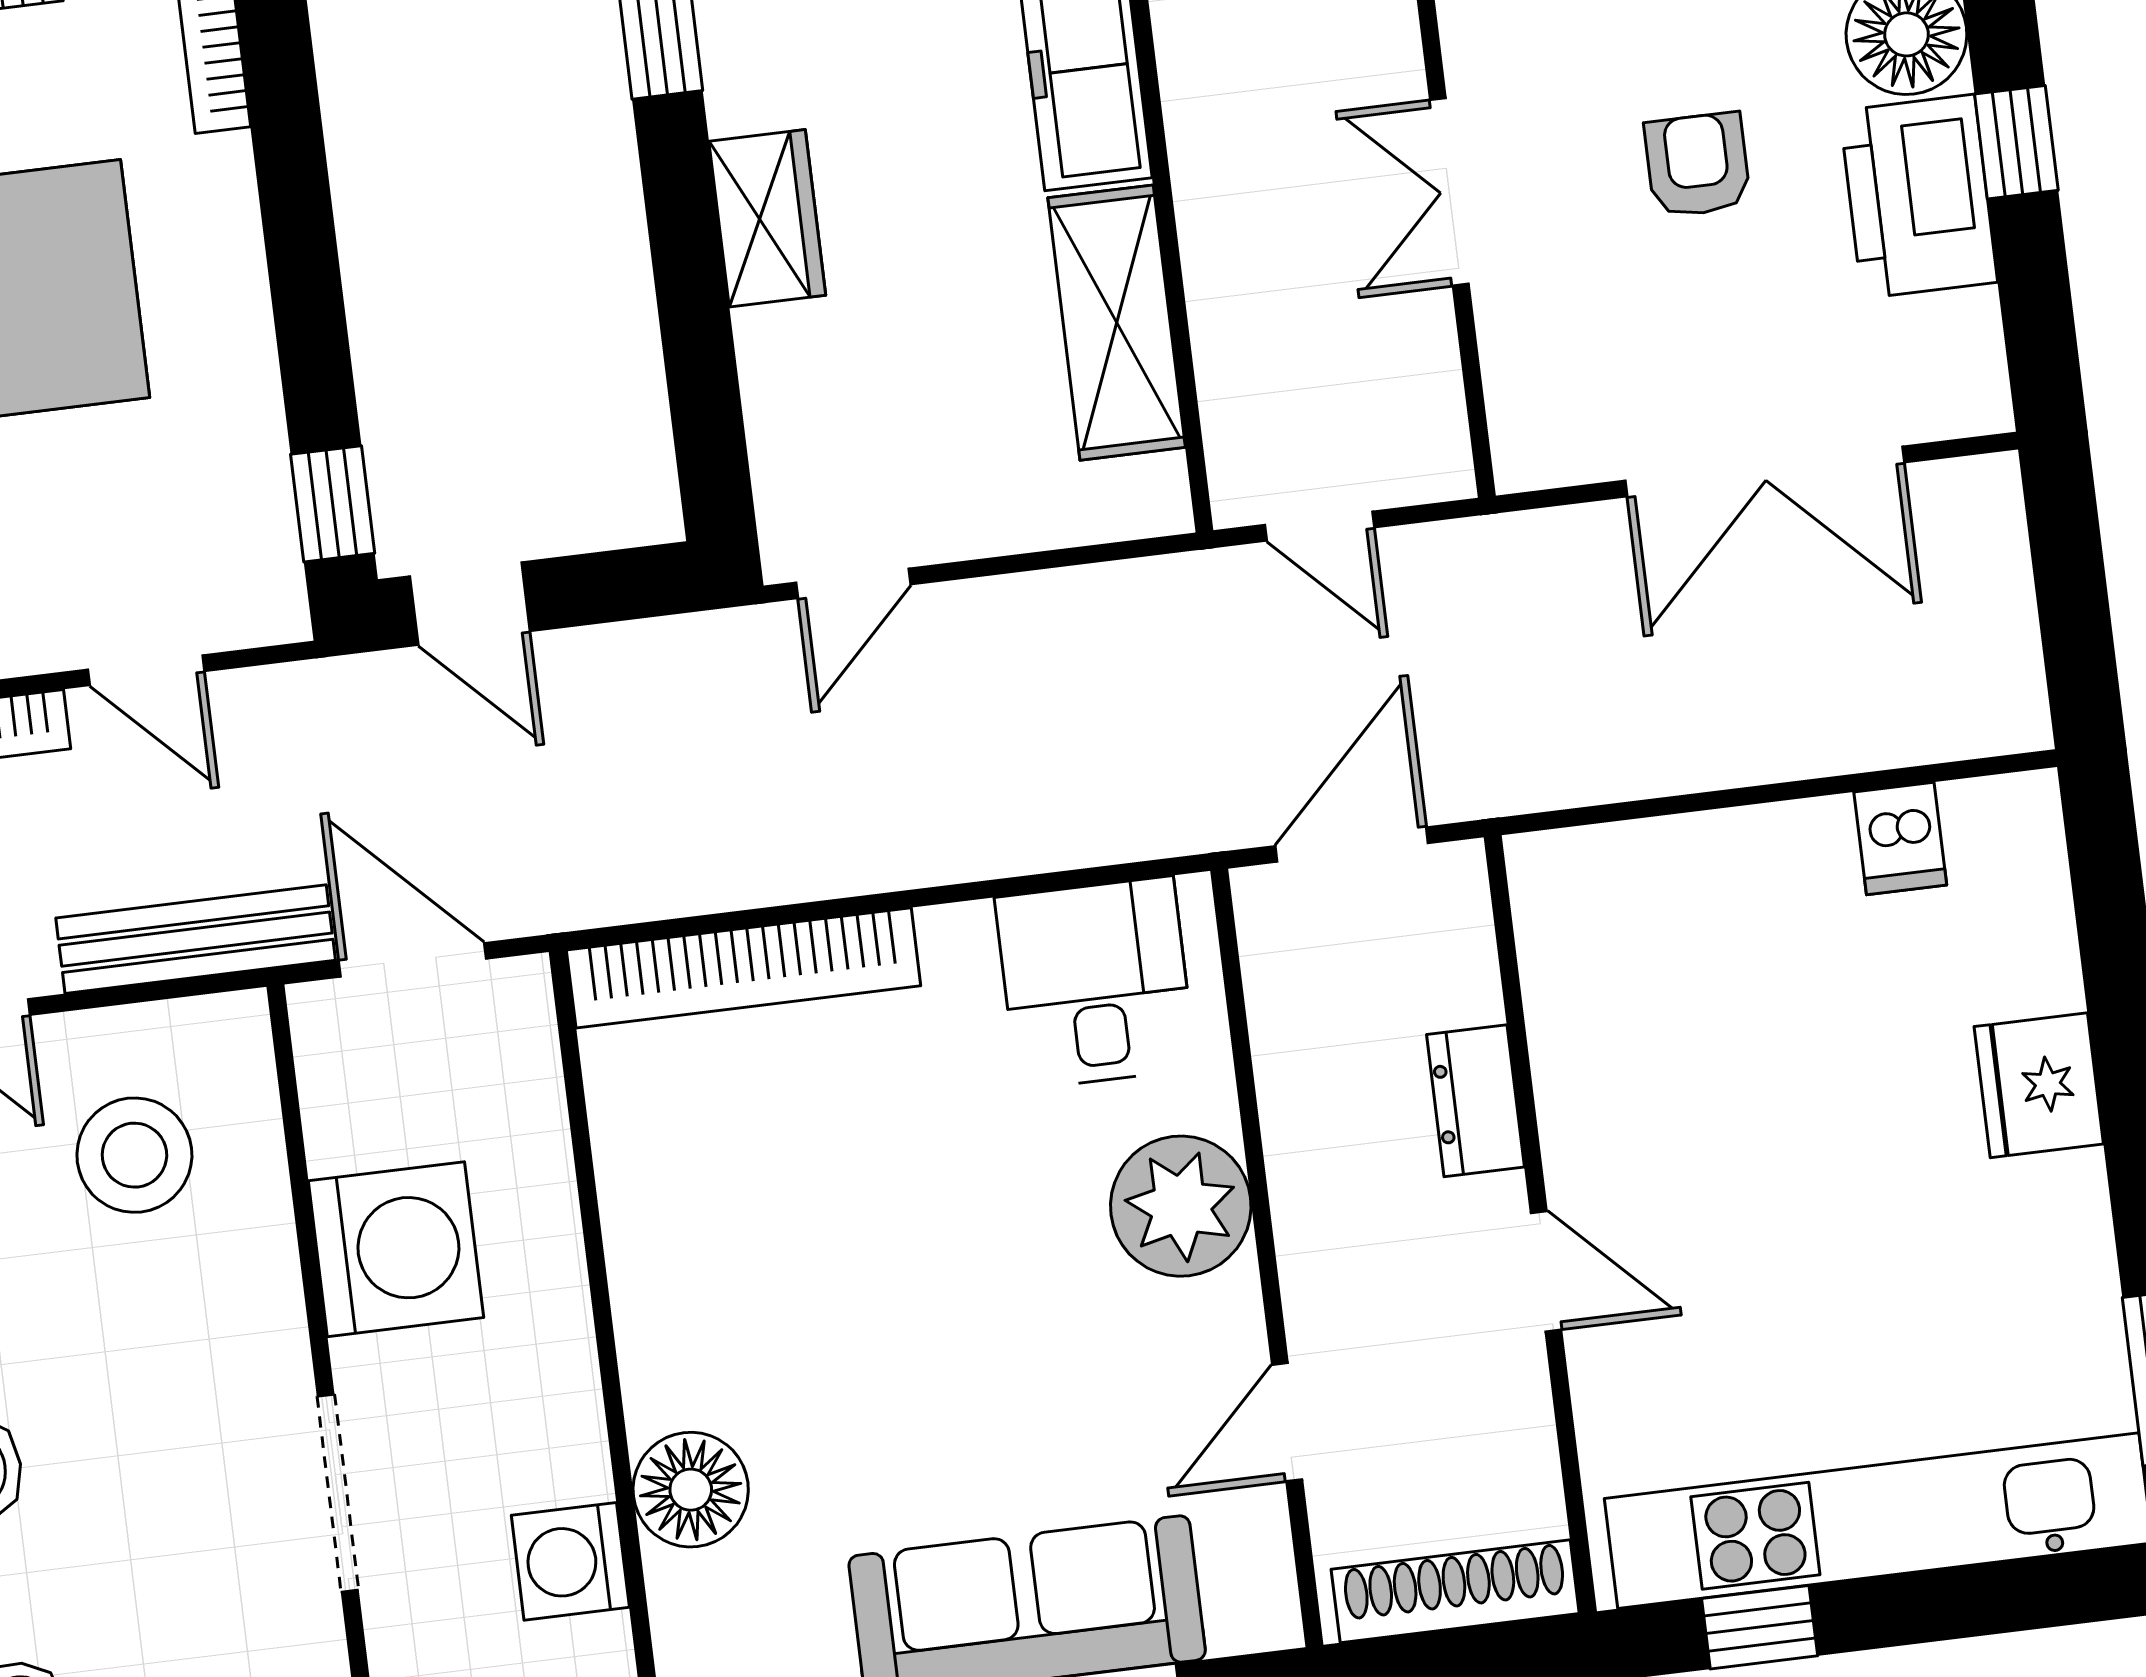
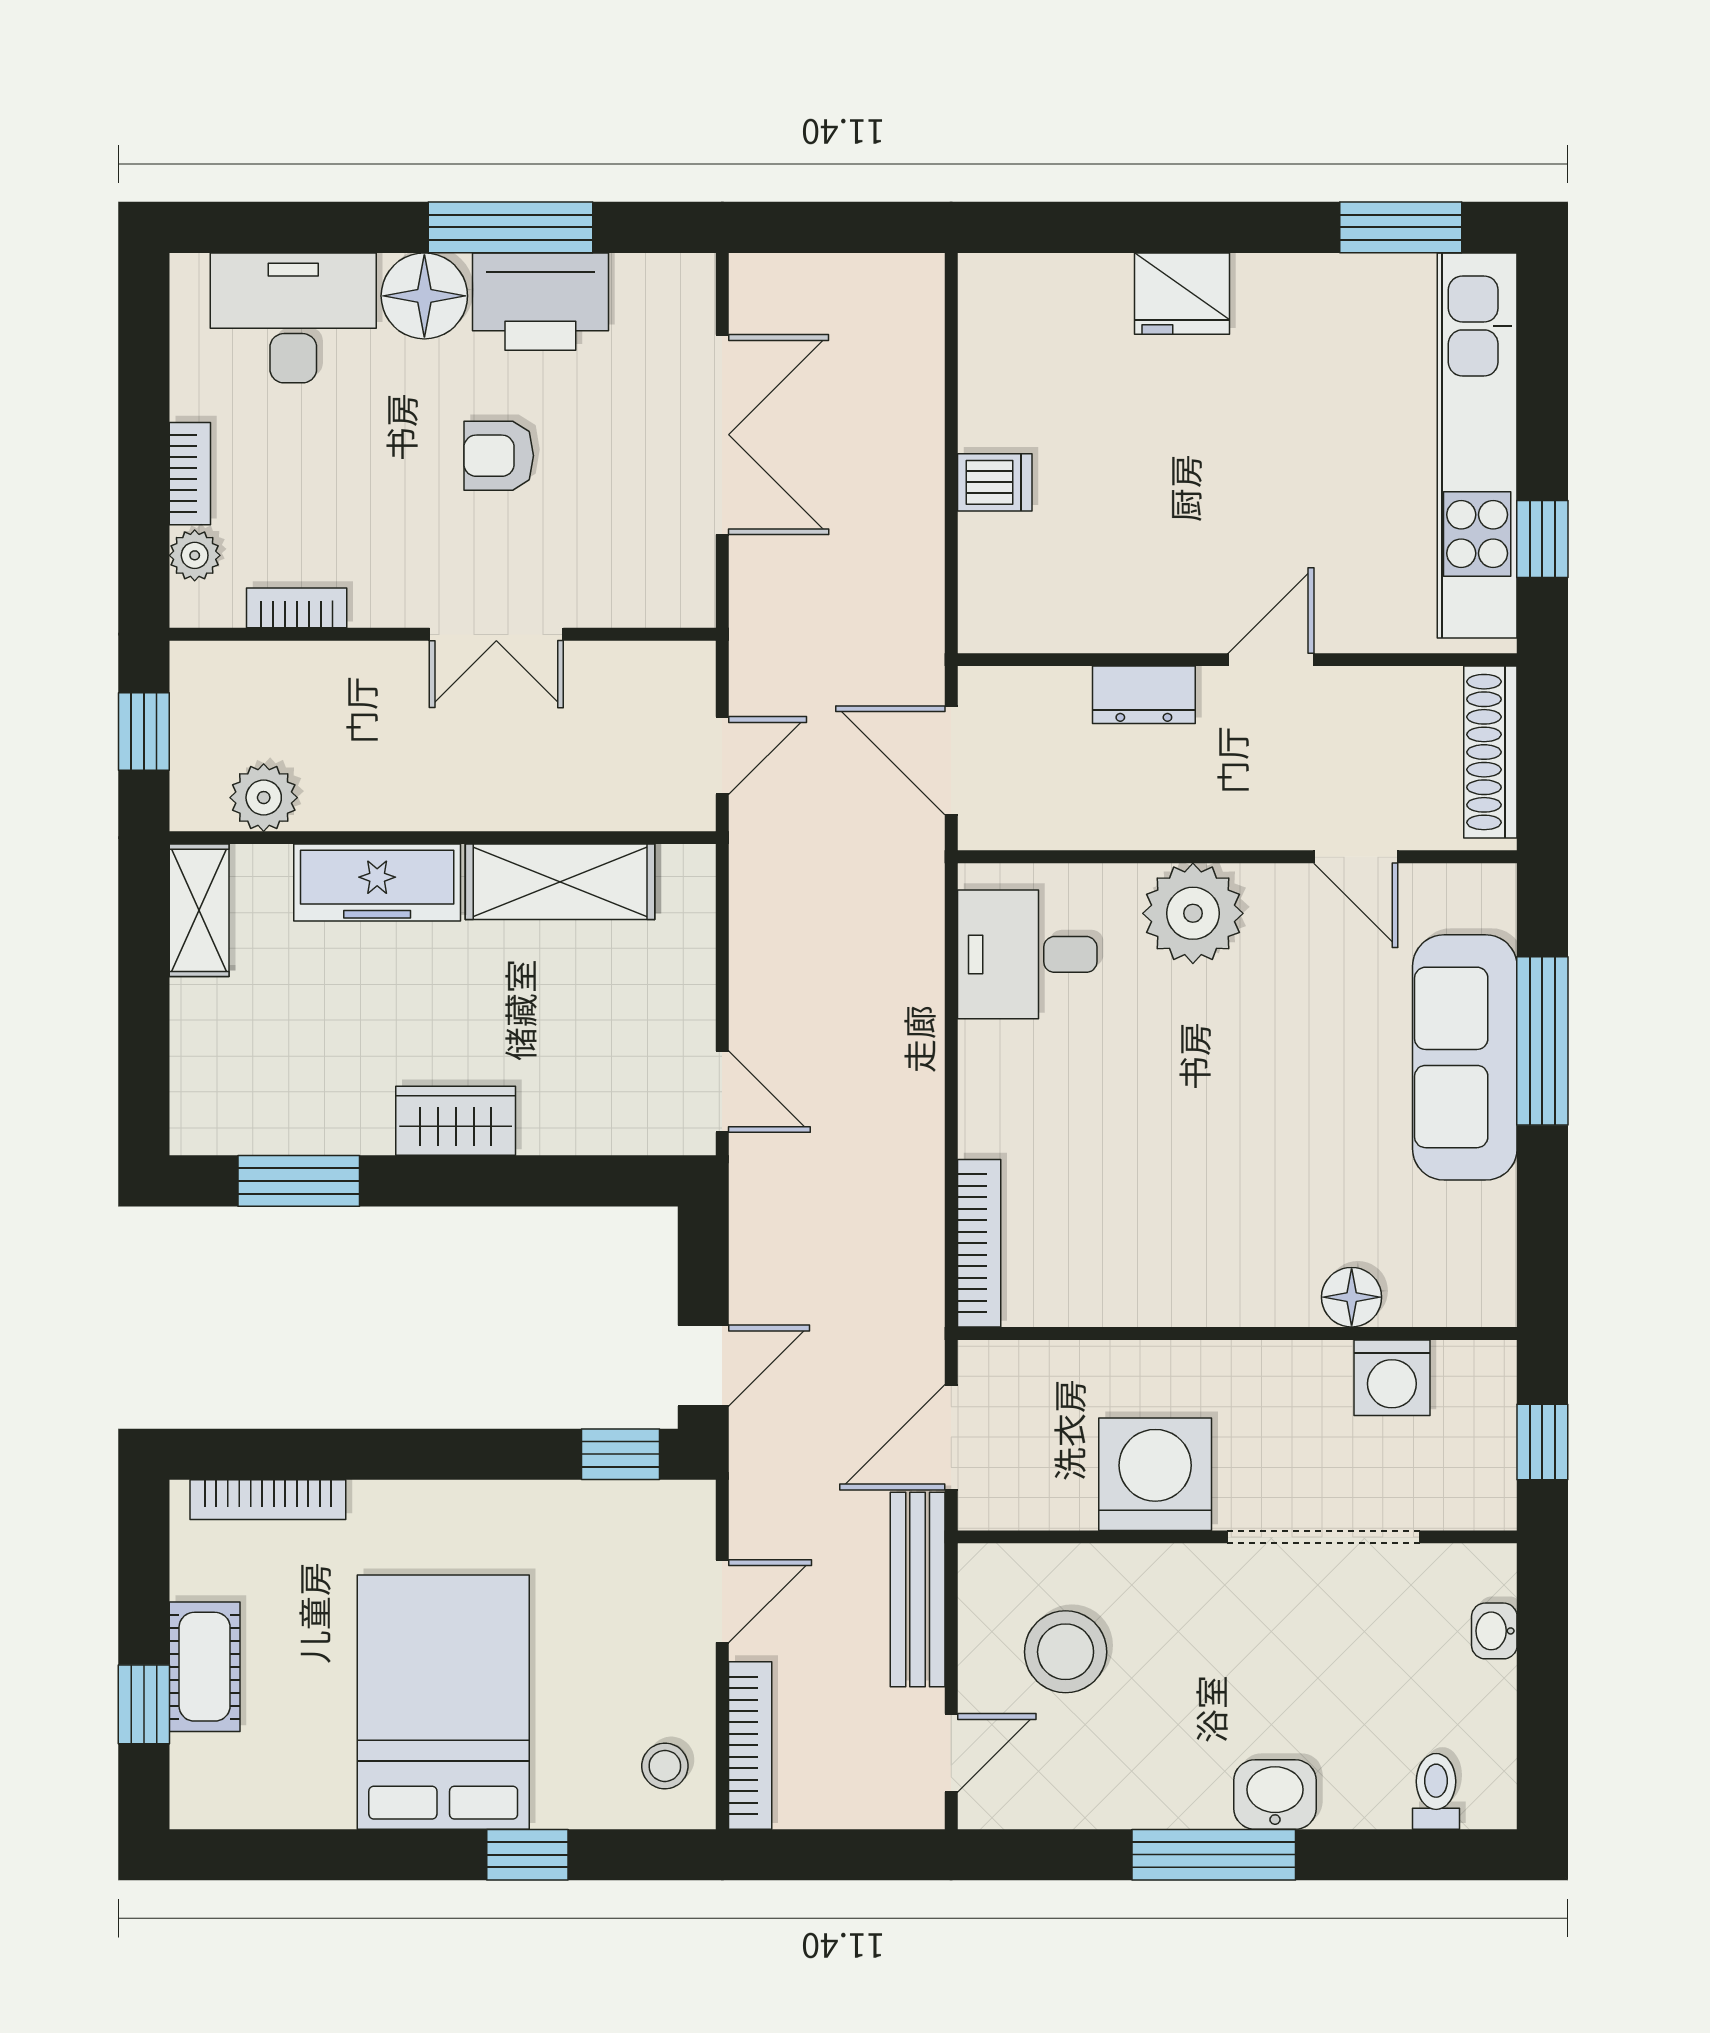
window: (2016, 142) -> (510, 227), width x2.17
dishwasher: (1900, 838) -> (995, 482), moved
bookcase: (744, 968) -> (979, 1243), width x0.68, depth x0.76
floor lamp: (691, 1490) -> (1352, 1297), width x0.73, depth x0.73
doorway: (338, 1493) -> (1323, 1537), width x1.36

